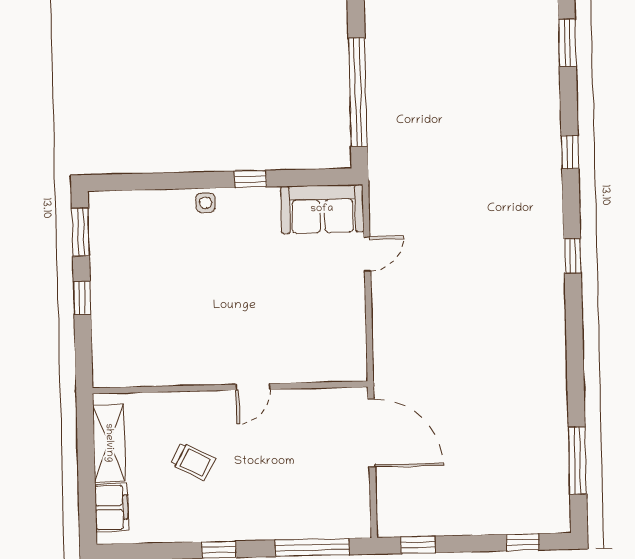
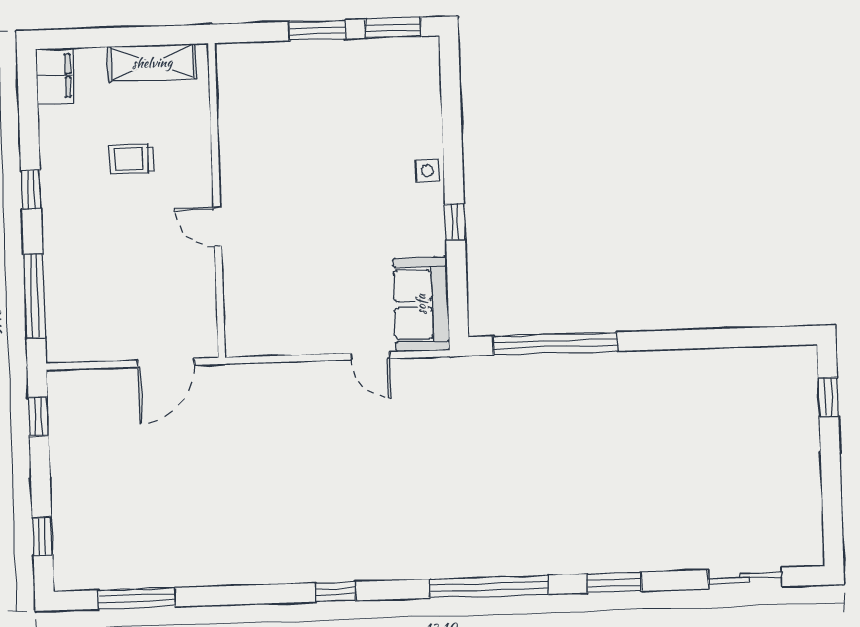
window: (570, 152) -> (489, 587), width x3.17
window: (572, 256) -> (335, 592), moved
window: (82, 298) -> (317, 30), width x1.50
door: (372, 433) -> (166, 363), width x0.73
trolley: (193, 461) -> (132, 159), turned 63
filing cabinet: (111, 507) -> (55, 76), moved, turned -90

